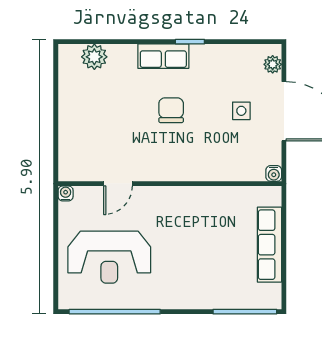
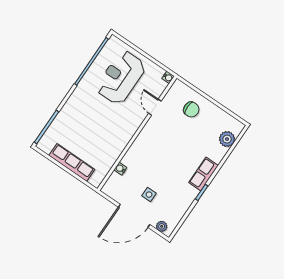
chair: (171, 110) -> (191, 110), moved
water cooler: (274, 173) -> (120, 169), moved

